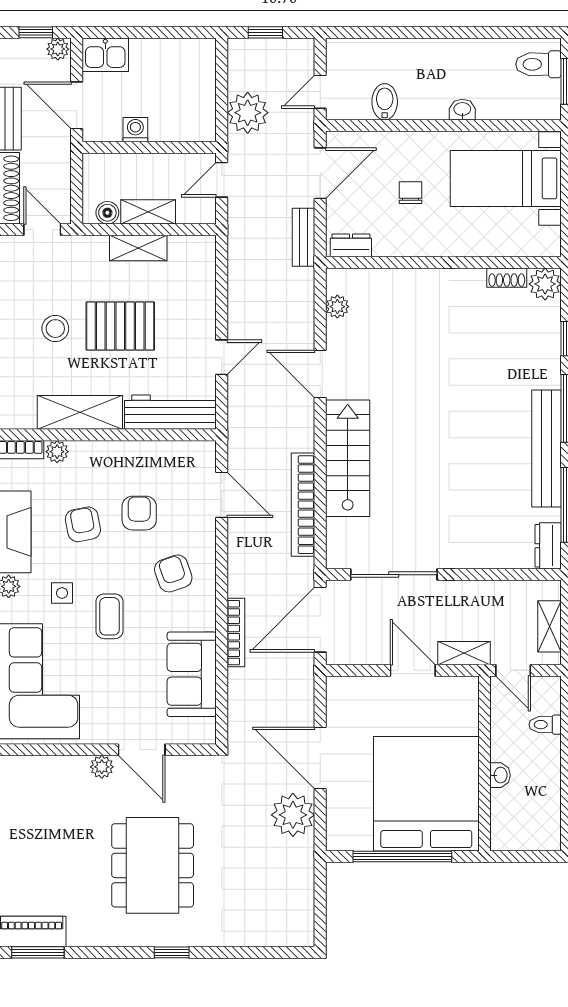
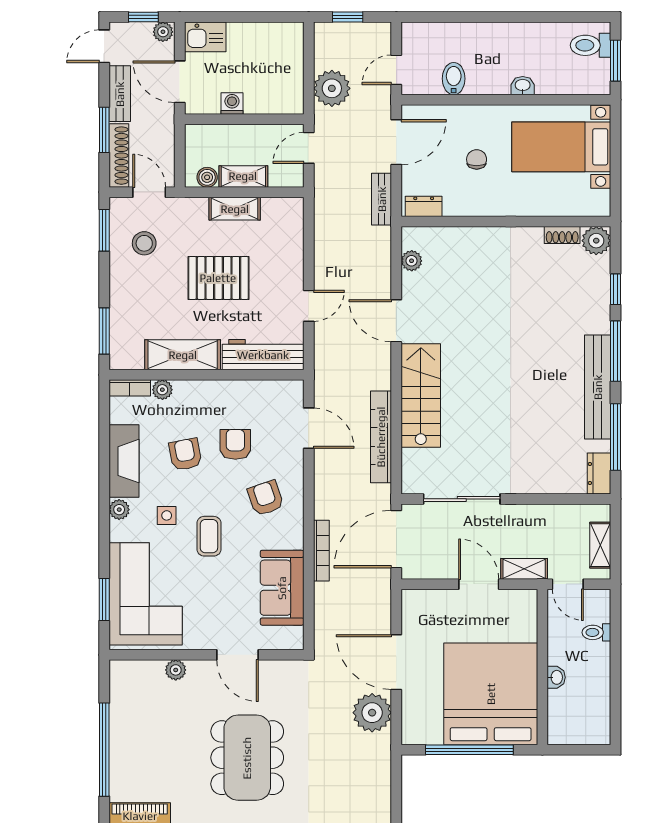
stool: (55, 329) -> (144, 243), moved
plant: (102, 767) -> (176, 670), moved

